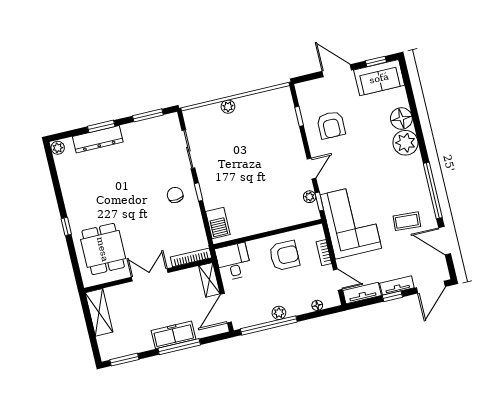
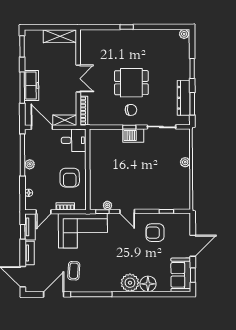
dresser: (98, 139) -> (184, 98), moved
barbecue: (218, 223) -> (133, 136), moved
dining table: (103, 249) -> (131, 83), moved
window: (392, 296) -> (23, 232), moved

